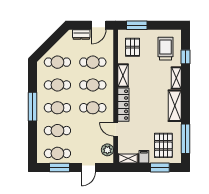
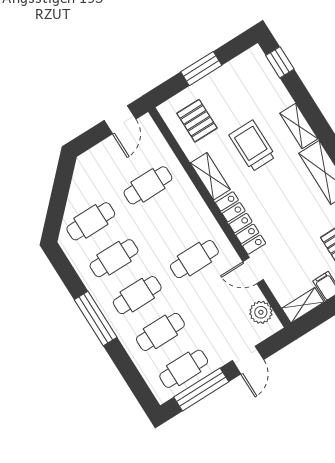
window: (137, 25) -> (201, 69), moved
dresser: (81, 34) -> (101, 152), removed
trolley: (166, 49) -> (252, 146), moved
window: (186, 57) -> (280, 62), moved
cafe table: (93, 85) -> (171, 222), removed
window: (59, 167) -> (201, 389), width x1.44

